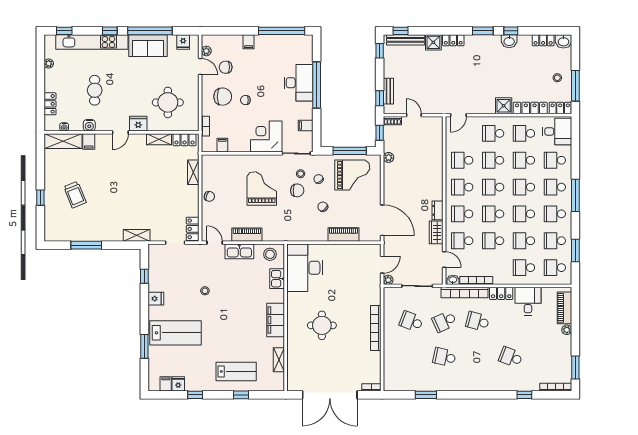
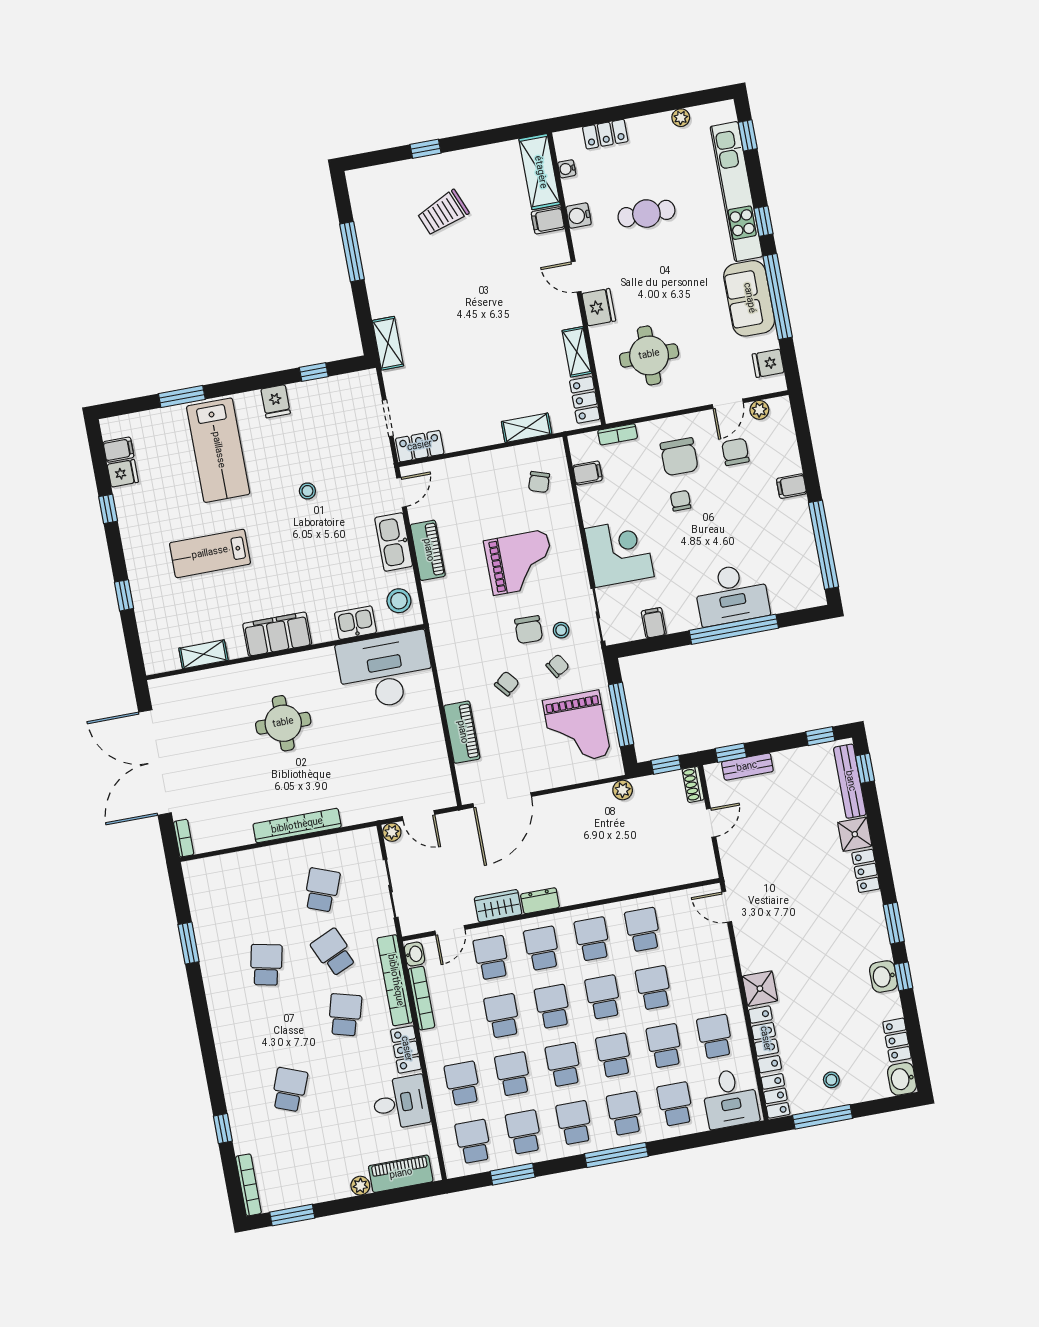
school desk: (493, 133) -> (704, 978), removed
chair: (209, 196) -> (539, 482), moved
lab bench: (236, 371) -> (210, 553), moved, turned 90

